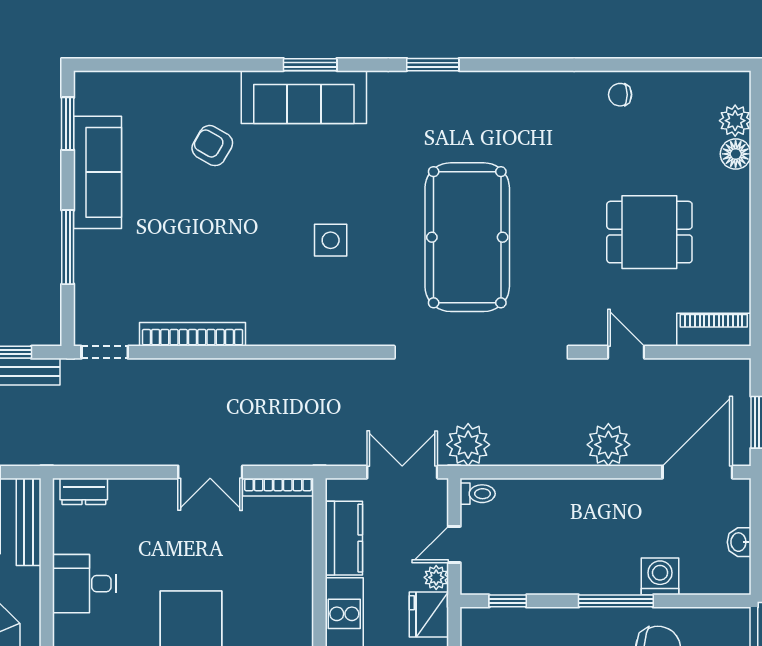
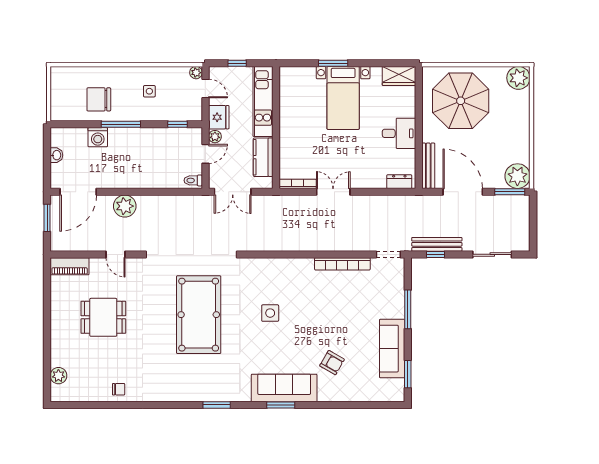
floor lamp: (736, 154) -> (58, 358), removed
plant: (468, 445) -> (198, 206), removed

